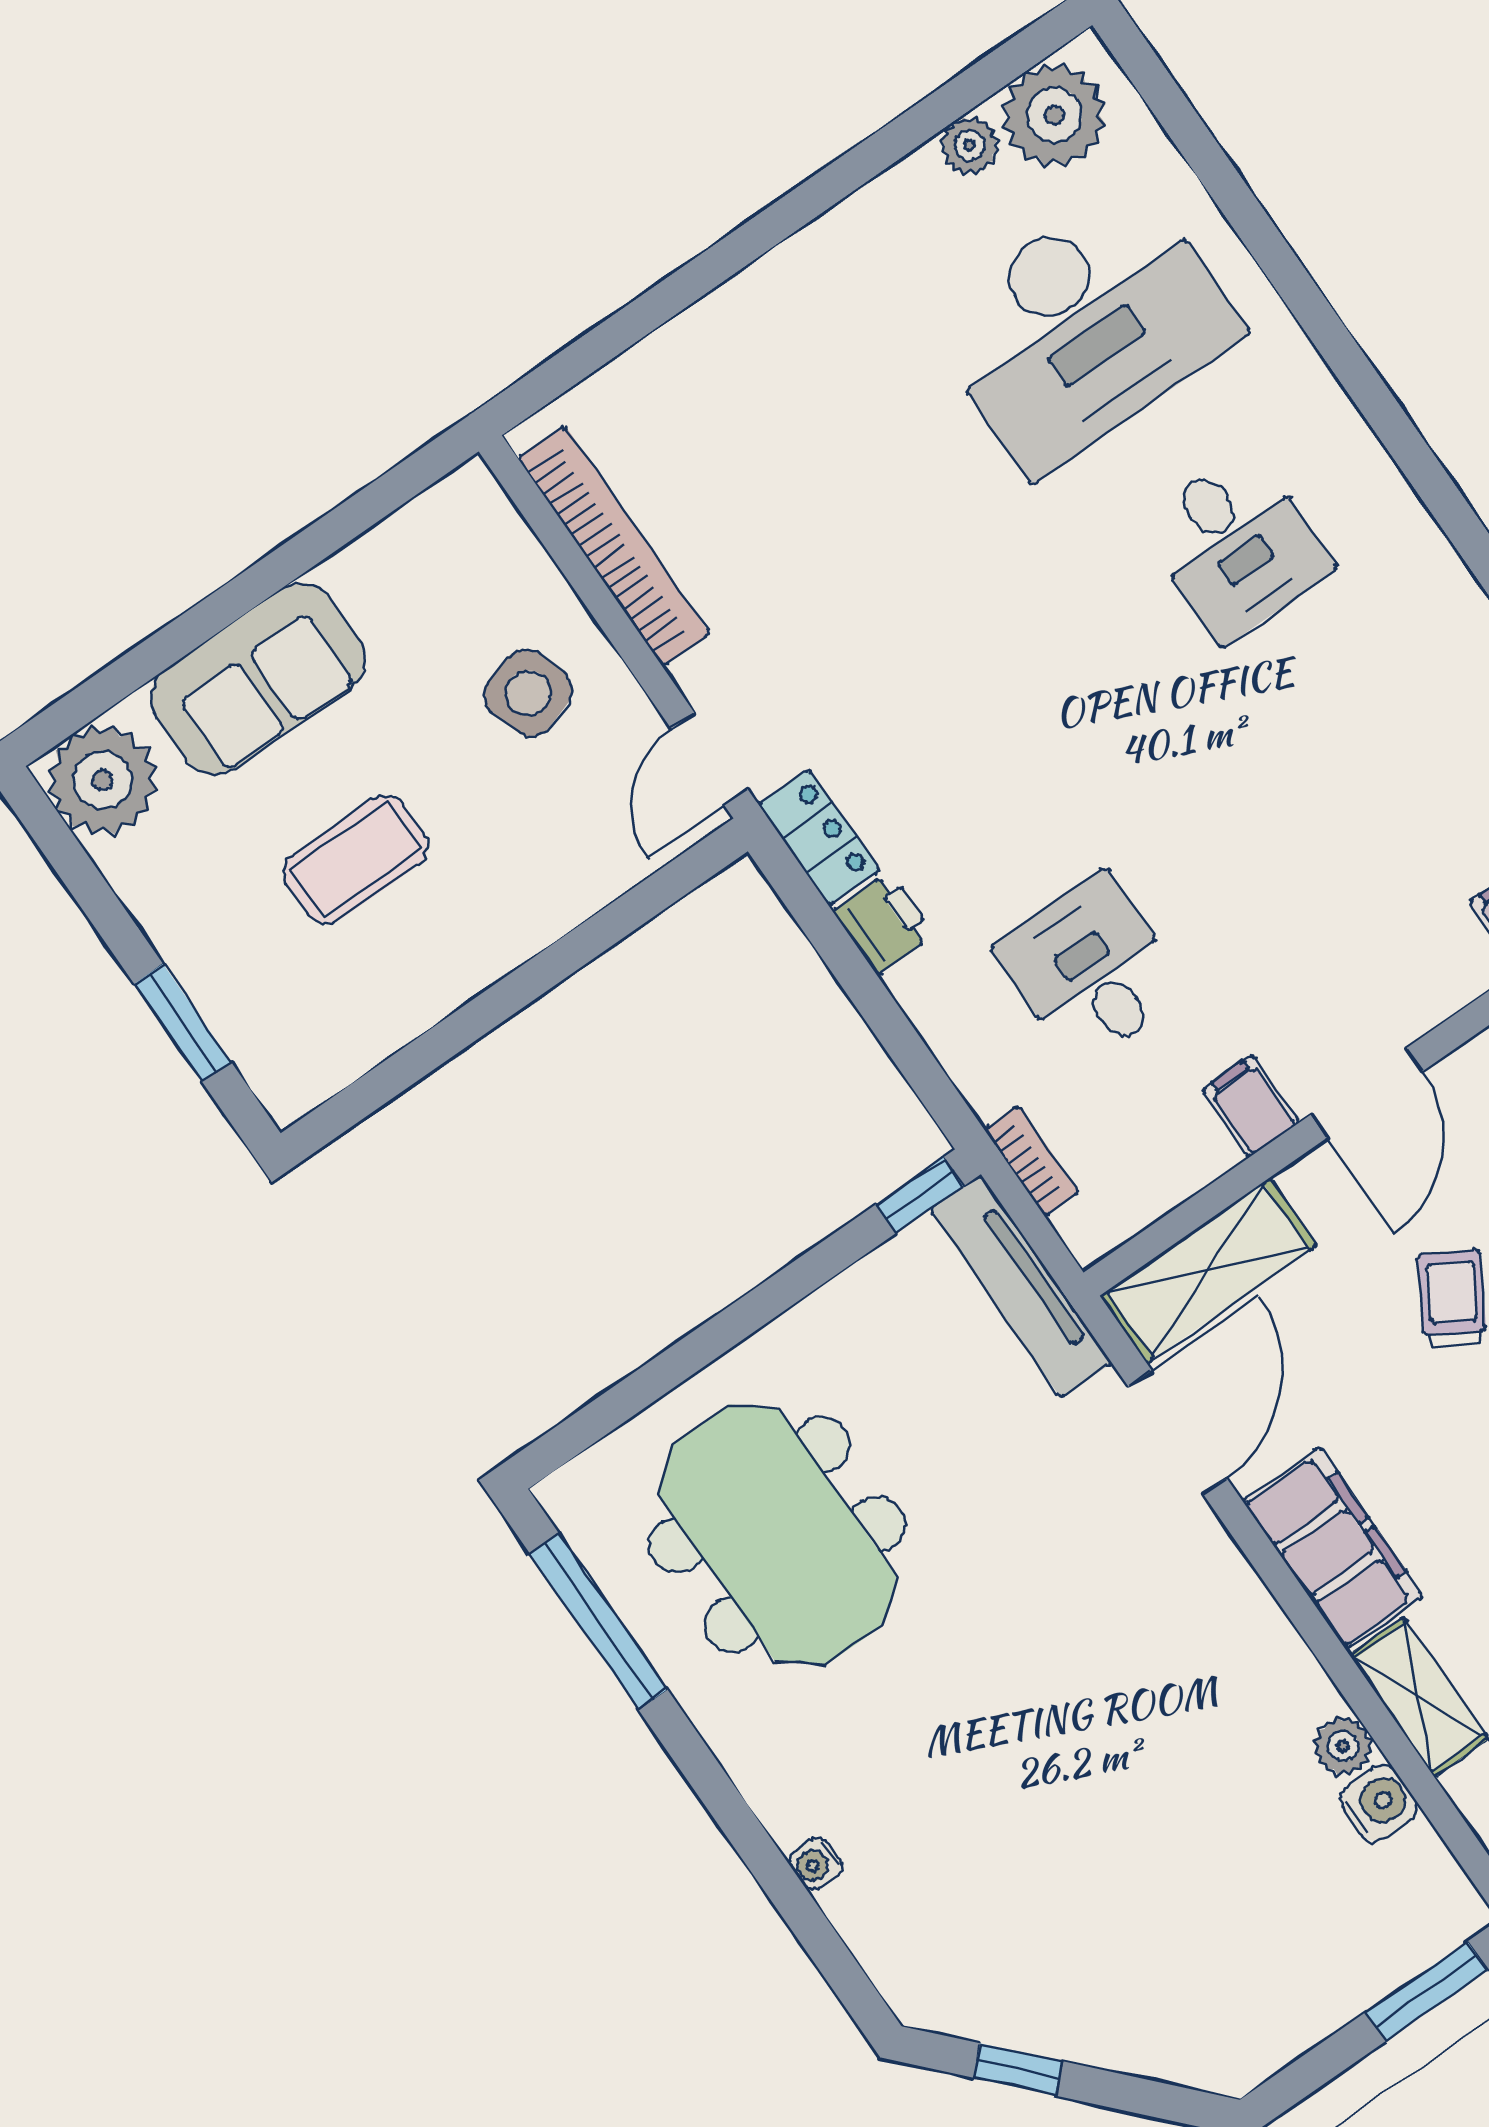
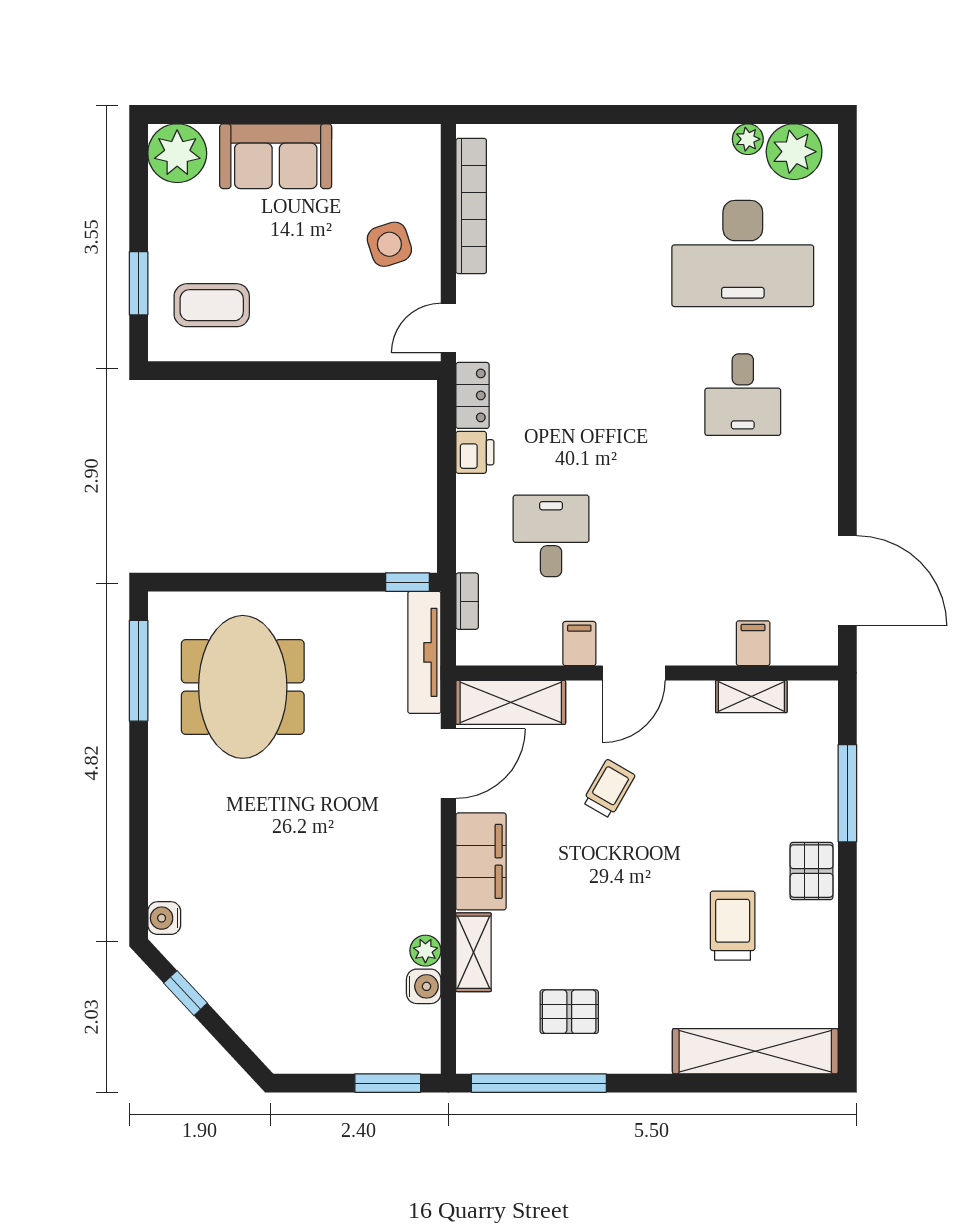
coffee table: (356, 860) -> (212, 305), moved
water cooler: (816, 1864) -> (164, 918), moved, width x1.38, depth x1.38

